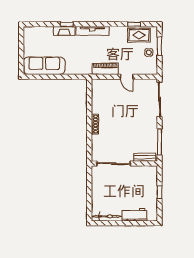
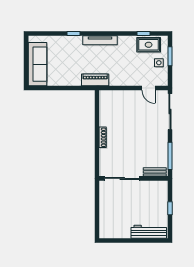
fireplace: (64, 31) -> (71, 40), removed
sofa: (44, 66) -> (38, 64), moved, turned 90
piano: (105, 69) -> (95, 80), moved
door: (127, 77) -> (148, 88), moved
workbench: (135, 215) -> (149, 232), width x1.37
bicycle: (106, 216) -> (115, 233), removed

